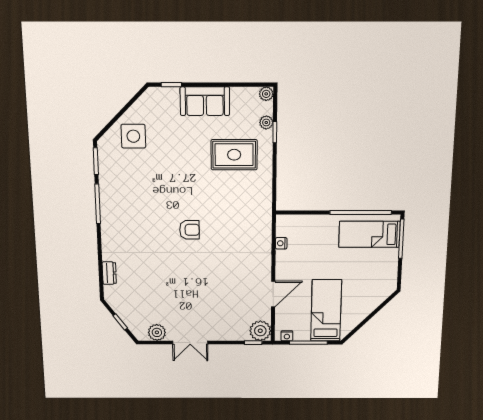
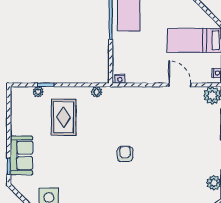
plant: (266, 94) -> (97, 92), moved
sofa: (205, 101) -> (21, 155), moved
nightstand: (281, 243) -> (120, 79), moved

